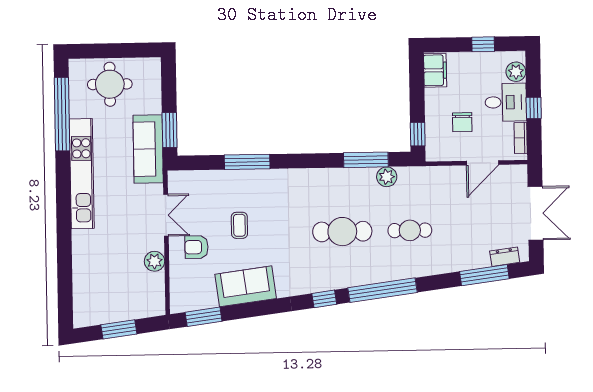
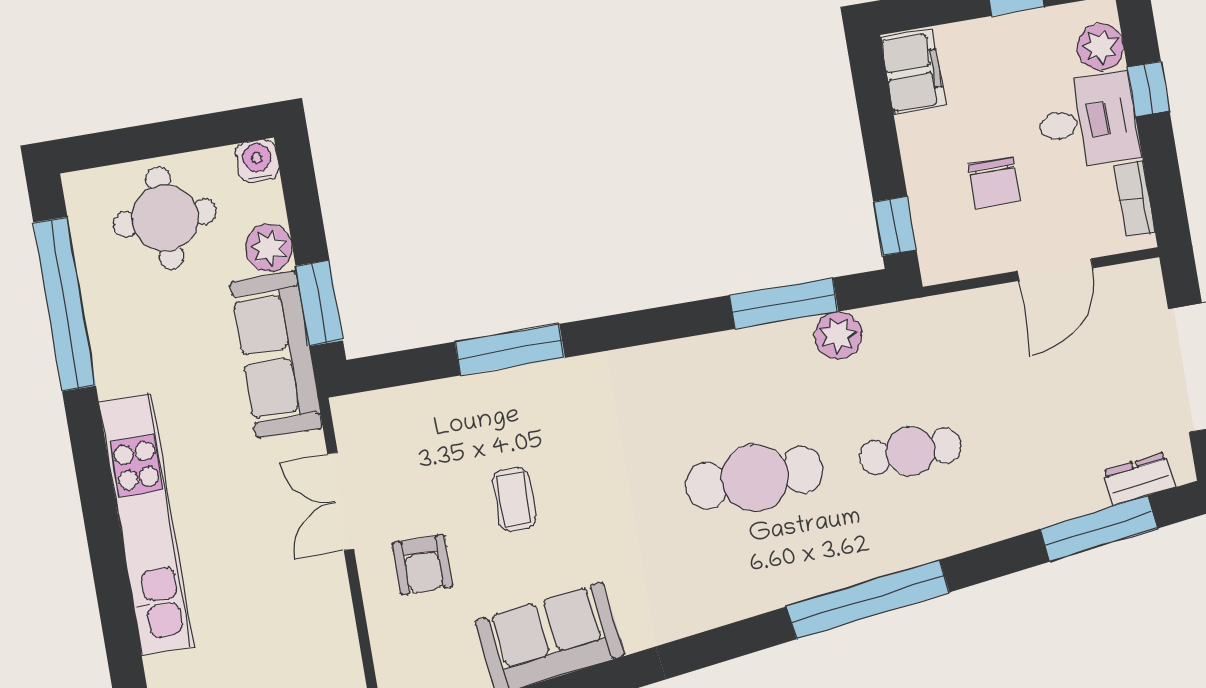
water cooler: (152, 66) -> (257, 161), added
window: (534, 108) -> (1148, 89), moved
kitchen unit: (82, 174) -> (146, 524), moved
double door: (166, 215) -> (341, 501), swing flipped
armchair: (196, 247) -> (422, 565), turned -90
plant: (155, 261) -> (269, 248), moved
window: (324, 299) -> (736, 640), removed

